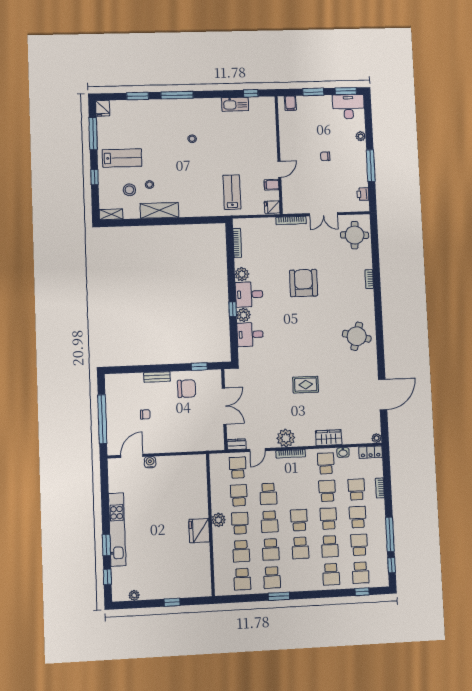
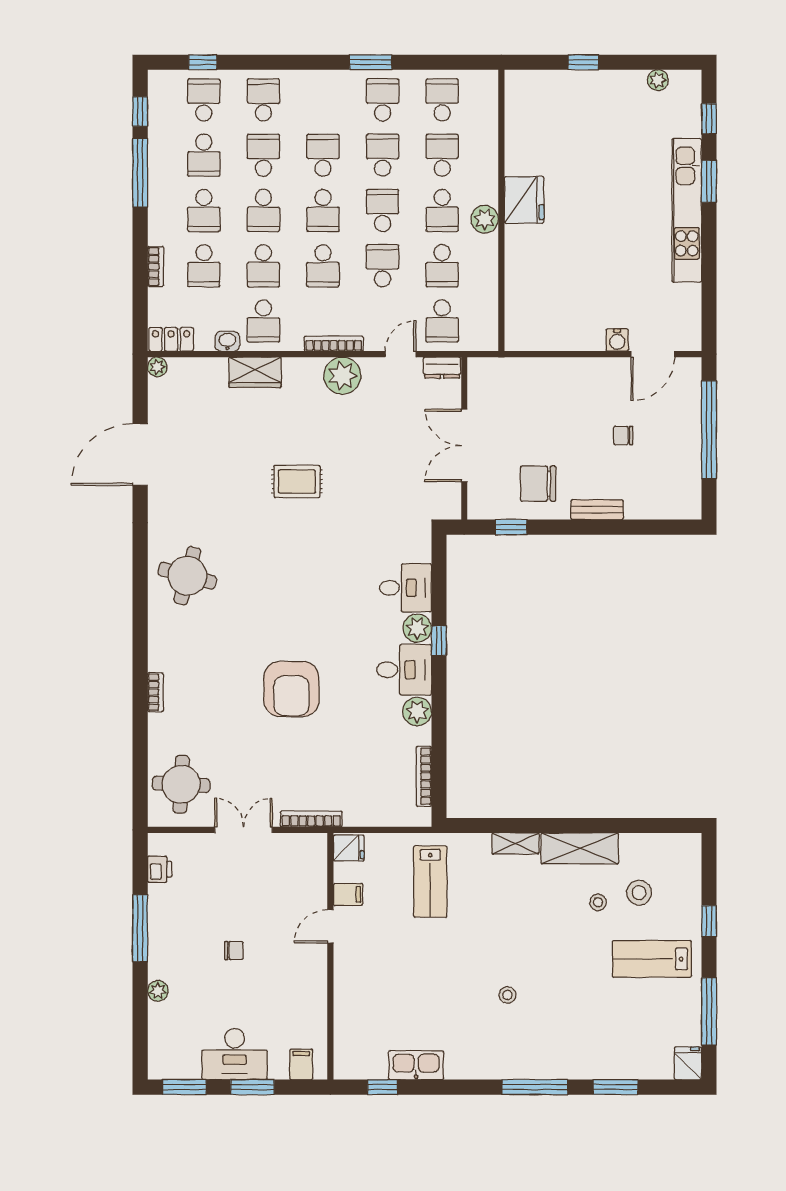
desk: (348, 107) -> (235, 1054), moved
shelving: (111, 214) -> (515, 843), moved
school desk: (298, 492) -> (323, 266), added

